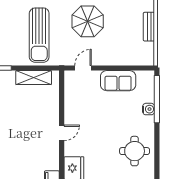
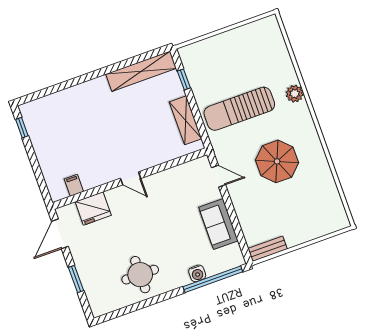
bench: (149, 27) -> (268, 249), moved

